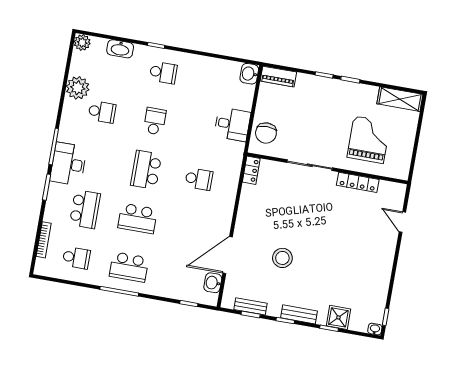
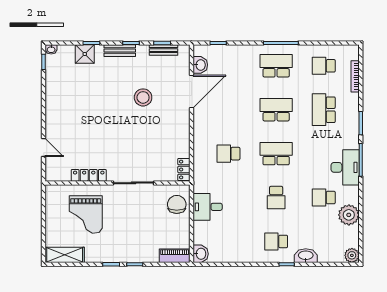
washbasin: (120, 49) -> (306, 256), moved
desk: (68, 164) -> (345, 167), moved
school desk: (146, 170) -> (276, 154), turned -90

